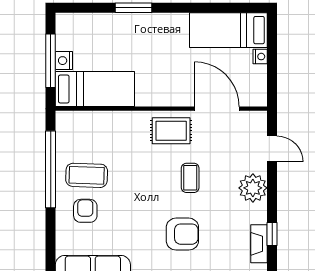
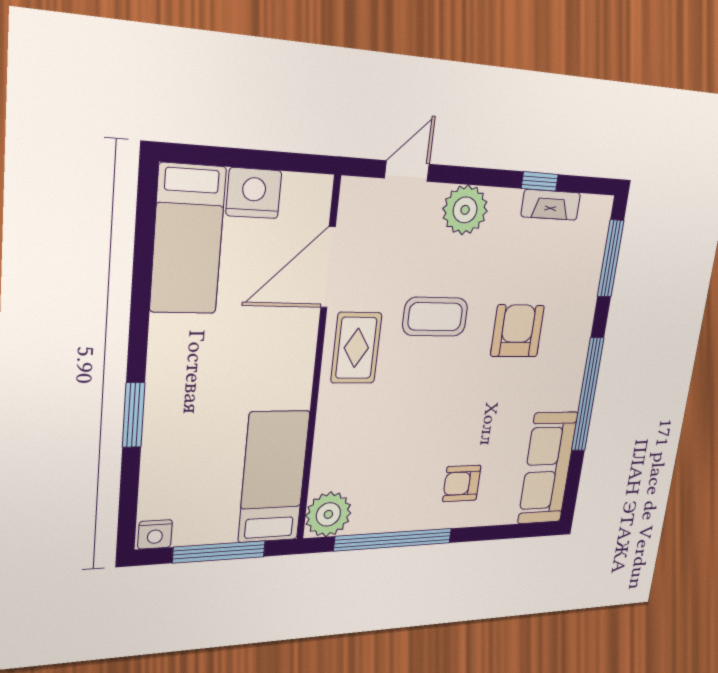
nightstand: (260, 57) -> (254, 193), width x1.89, depth x1.79
nightstand: (64, 61) -> (155, 534), moved
plant: (70, 125) -> (328, 514), added
coffee table: (87, 175) -> (410, 484), removed
coffee table: (190, 178) -> (435, 317), width x1.36, depth x1.30

